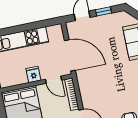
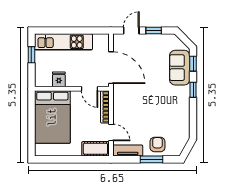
fridge: (33, 74) -> (59, 79), moved

